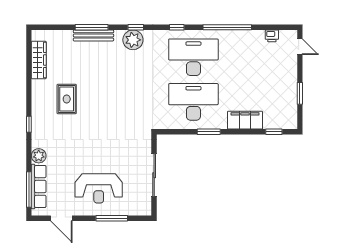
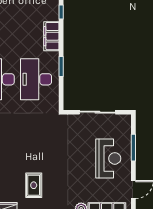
rug: (67, 99) -> (34, 185), turned 90

